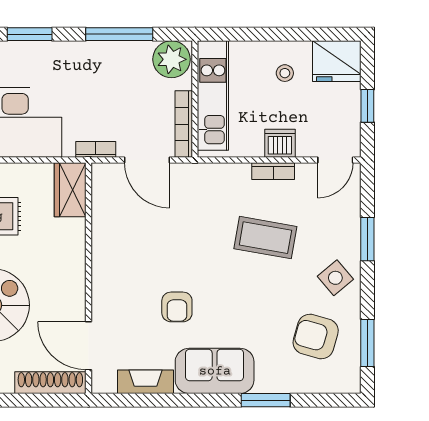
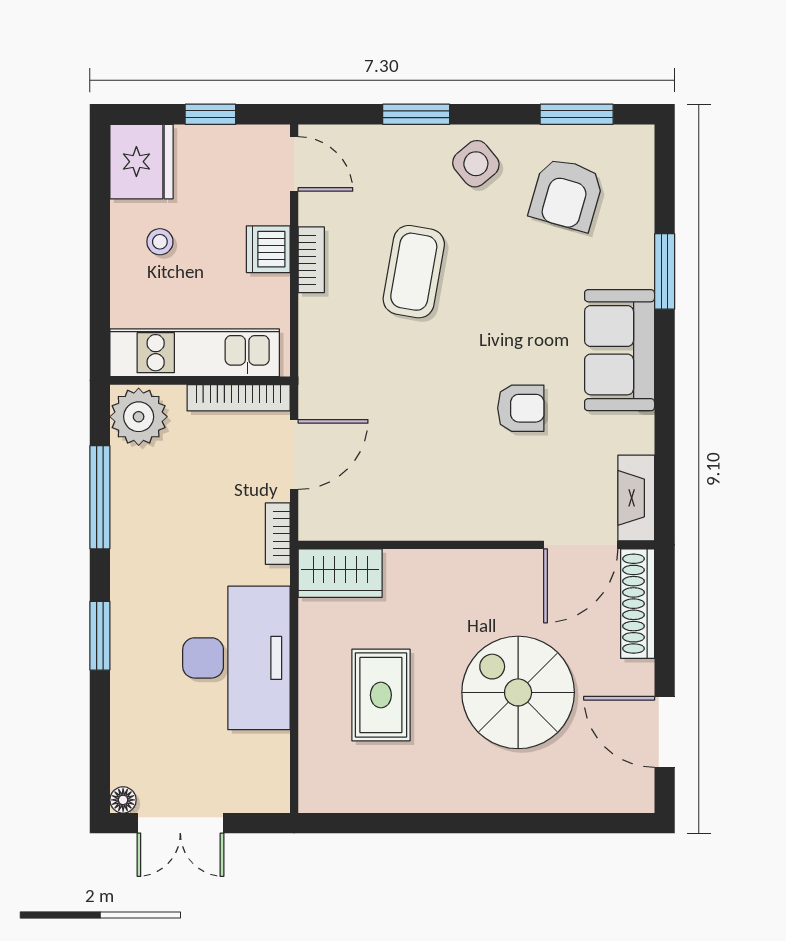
fireplace: (145, 382) -> (636, 498), moved

